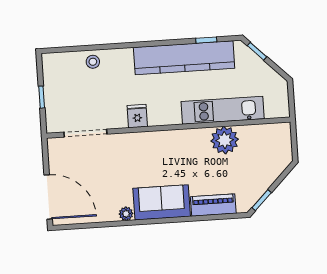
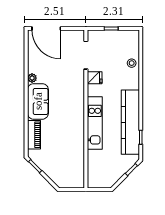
kitchen unit: (223, 110) -> (95, 123), moved
fridge: (137, 116) -> (95, 78), moved
plant: (225, 140) -> (75, 145), removed
door: (48, 197) -> (46, 28), hinge flipped

